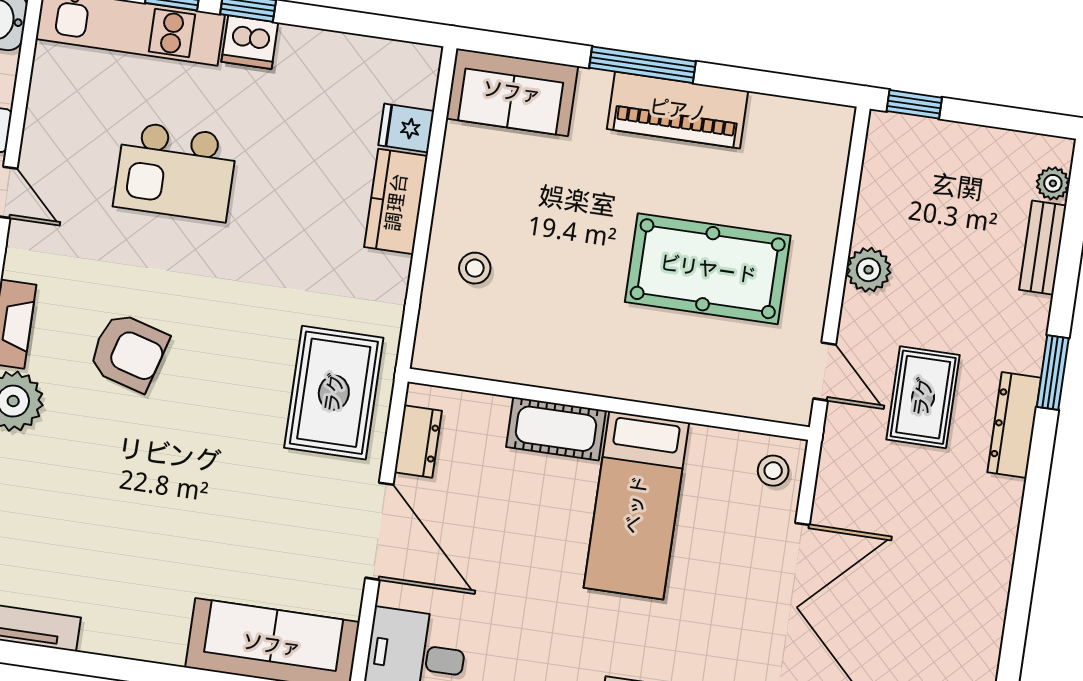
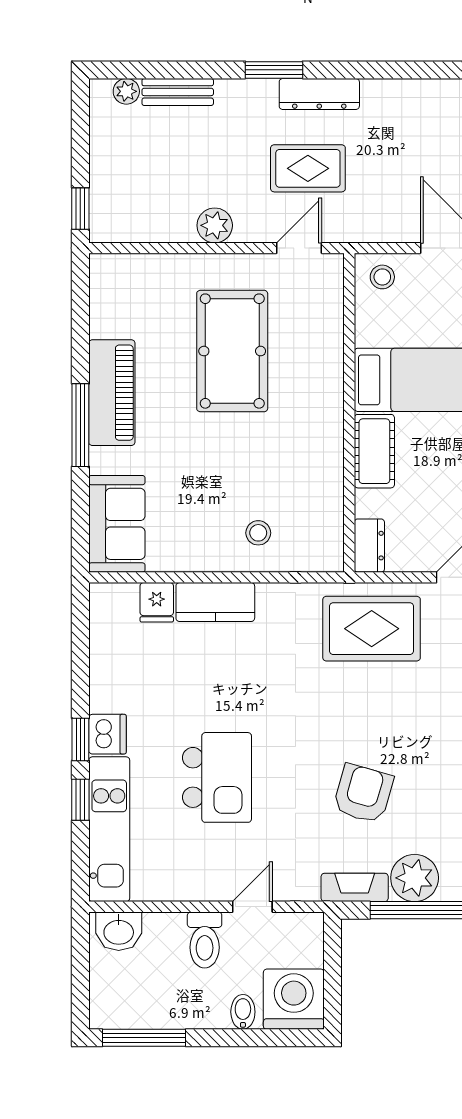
dresser: (418, 441) -> (369, 546), moved, turned 90

